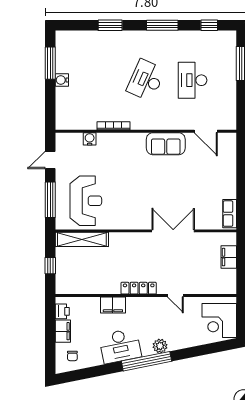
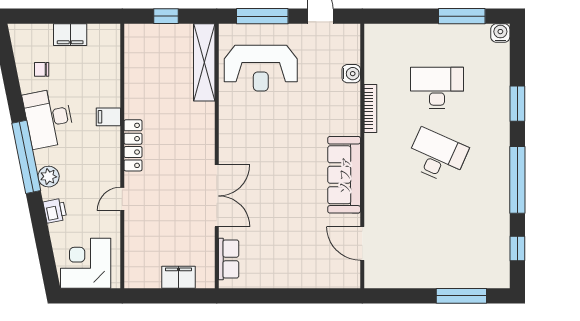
window: (162, 25) -> (517, 180), width x1.46
water cooler: (62, 80) -> (500, 33), moved
desk: (193, 80) -> (437, 88), moved
door: (206, 131) -> (362, 243), hinge flipped
sofa: (166, 144) -> (344, 175), width x1.36
row of seats: (230, 214) -> (229, 259), moved, turned 90
filing cabinet: (113, 305) -> (108, 117), width x0.50
printer: (62, 311) -> (55, 211), moved, turned -101
chair: (72, 356) -> (42, 69), moved

